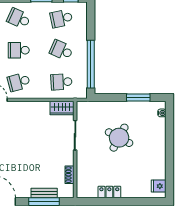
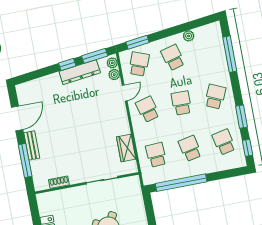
school desk: (61, 50) -> (190, 148), turned -36
wardrobe: (62, 108) -> (126, 148), moved
bench: (44, 193) -> (32, 145), moved

